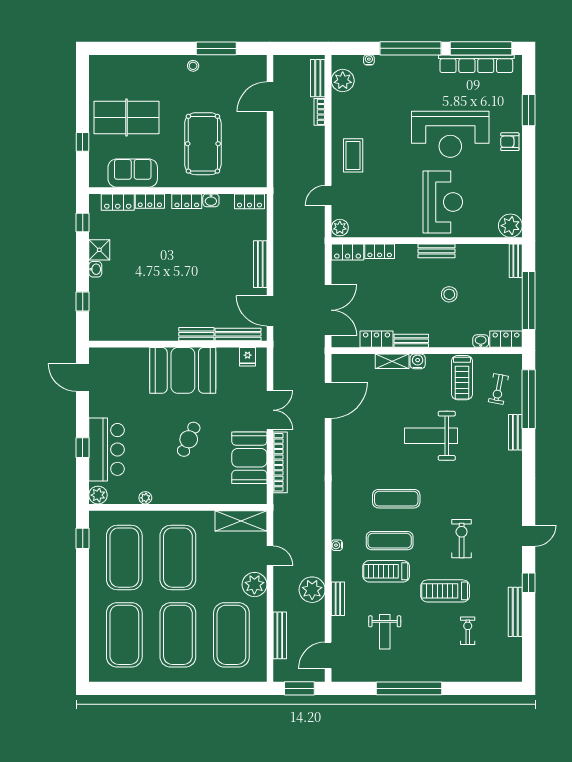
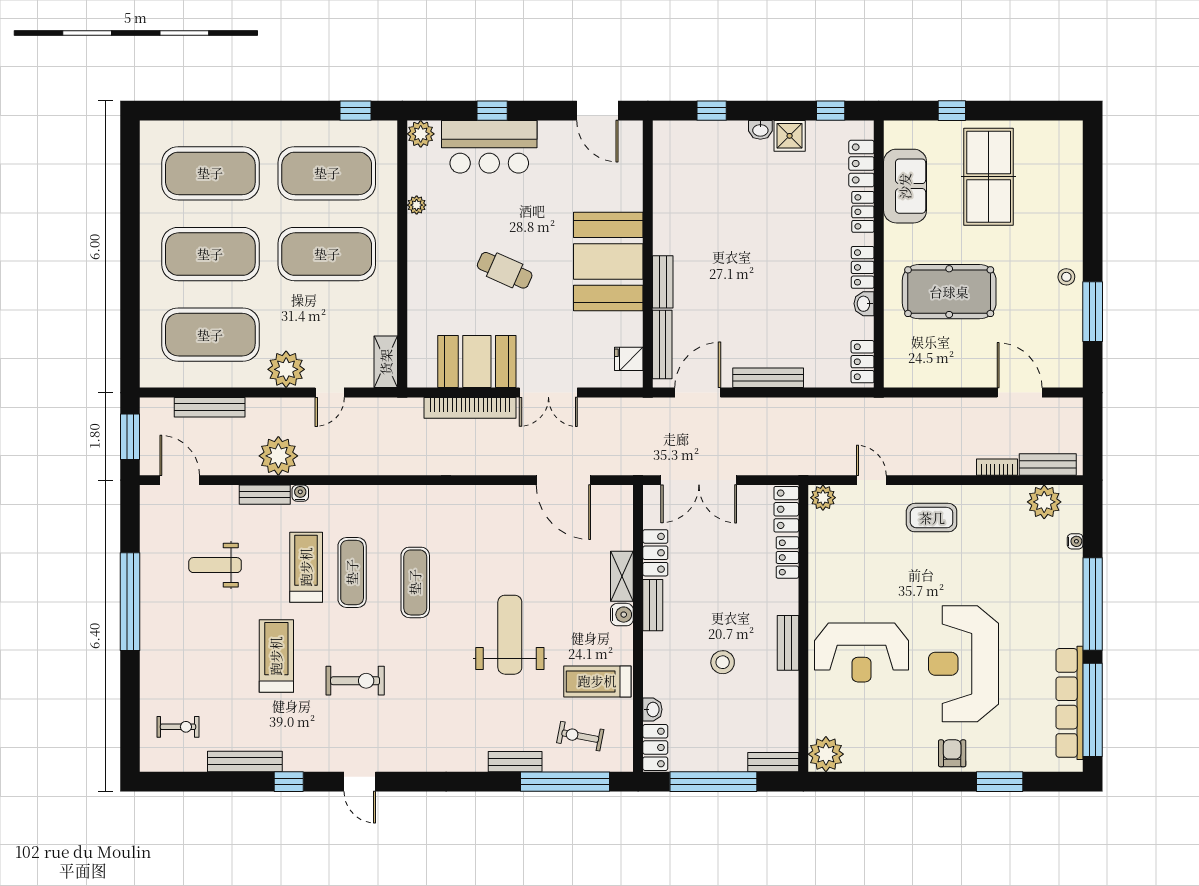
door: (83, 378) -> (597, 111), swing flipped
shelving: (241, 521) -> (386, 362), width x0.67, depth x0.75
water cooler: (337, 545) -> (300, 493), moved
exercise bike: (468, 631) -> (178, 727), moved

